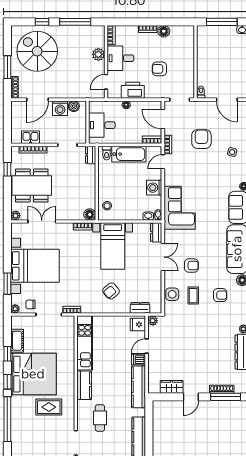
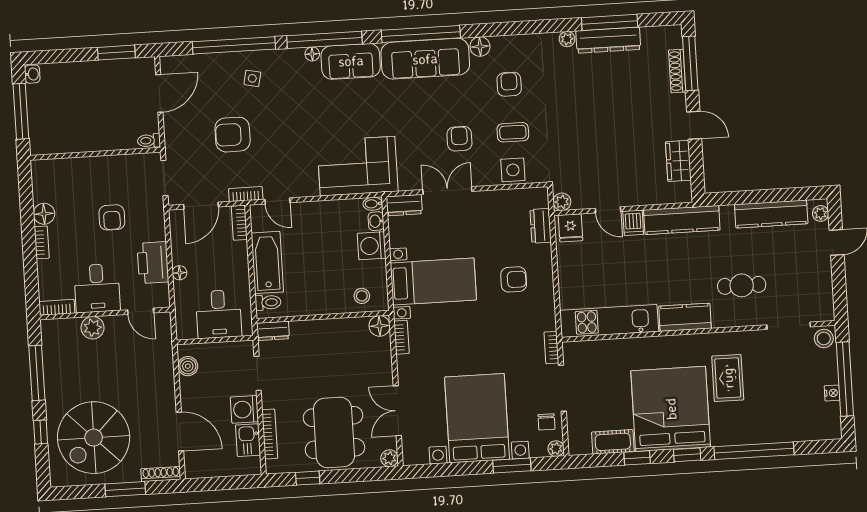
washing machine: (60, 108) -> (244, 409), moved, turned 180
washing machine: (154, 188) -> (372, 246), moved, turned 90
armchair: (111, 291) -> (514, 279), turned -50

